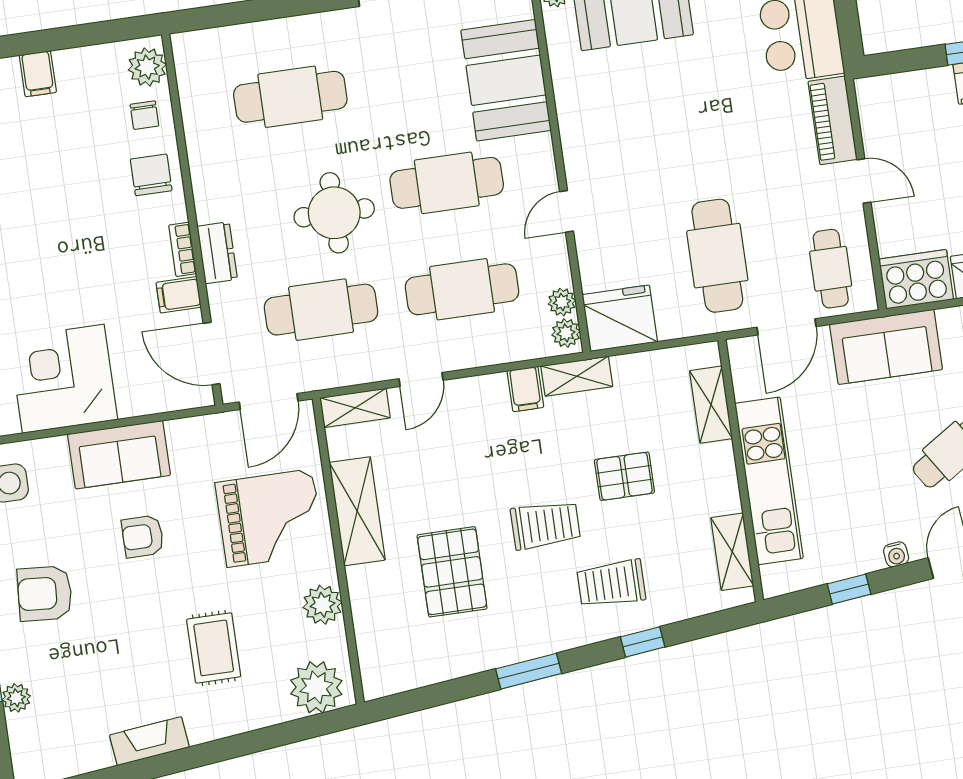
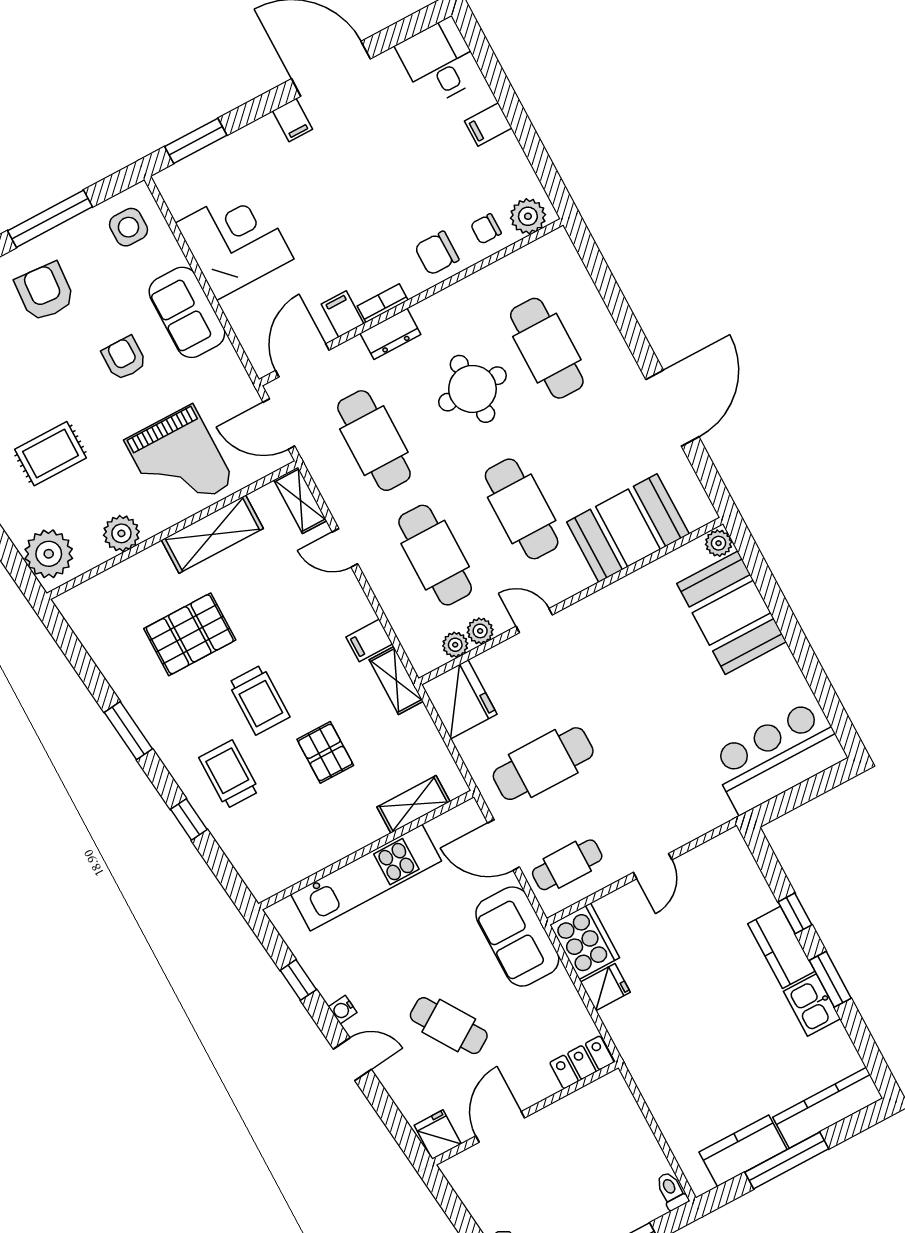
piano: (833, 120) -> (695, 820), removed
chair: (151, 175) -> (437, 253), turned 180
round table: (334, 213) -> (472, 389), moved
plant: (566, 333) -> (480, 631), moved
shelving: (732, 552) -> (294, 868), removed

